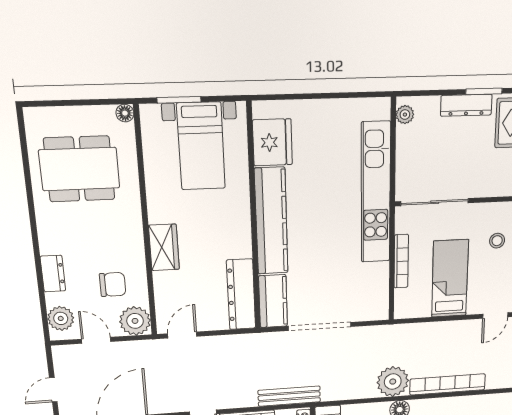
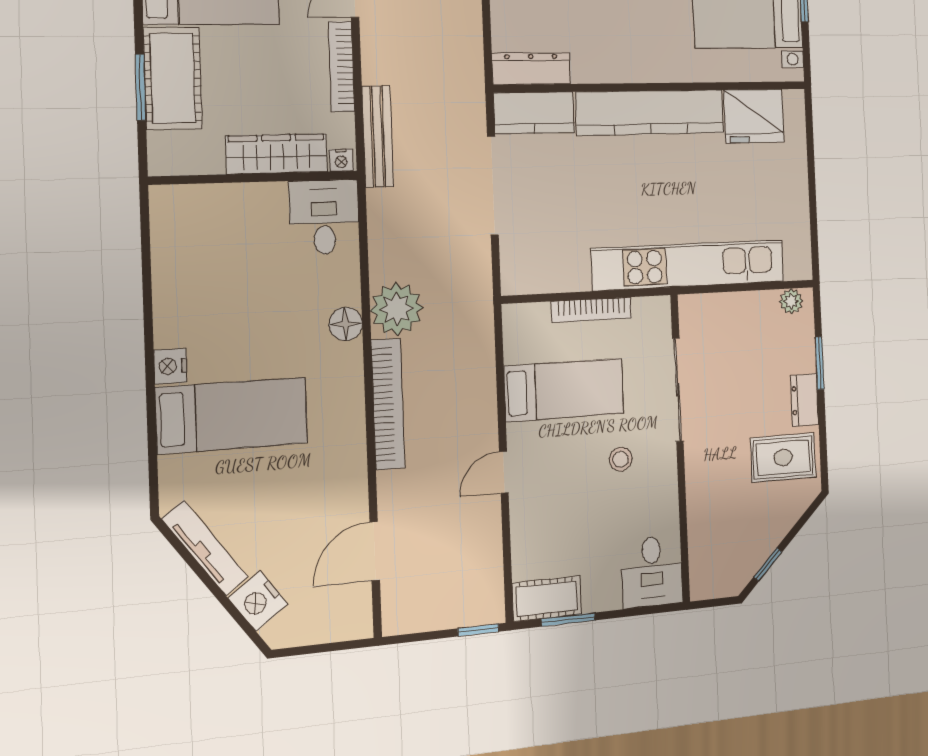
window: (484, 91) -> (820, 363), moved
dresser: (466, 105) -> (805, 400), width x0.70
sliding door: (435, 202) -> (678, 390), moved
dresser: (241, 294) -> (531, 69), width x0.73, depth x0.80
door: (495, 315) -> (504, 472), hinge flipped

